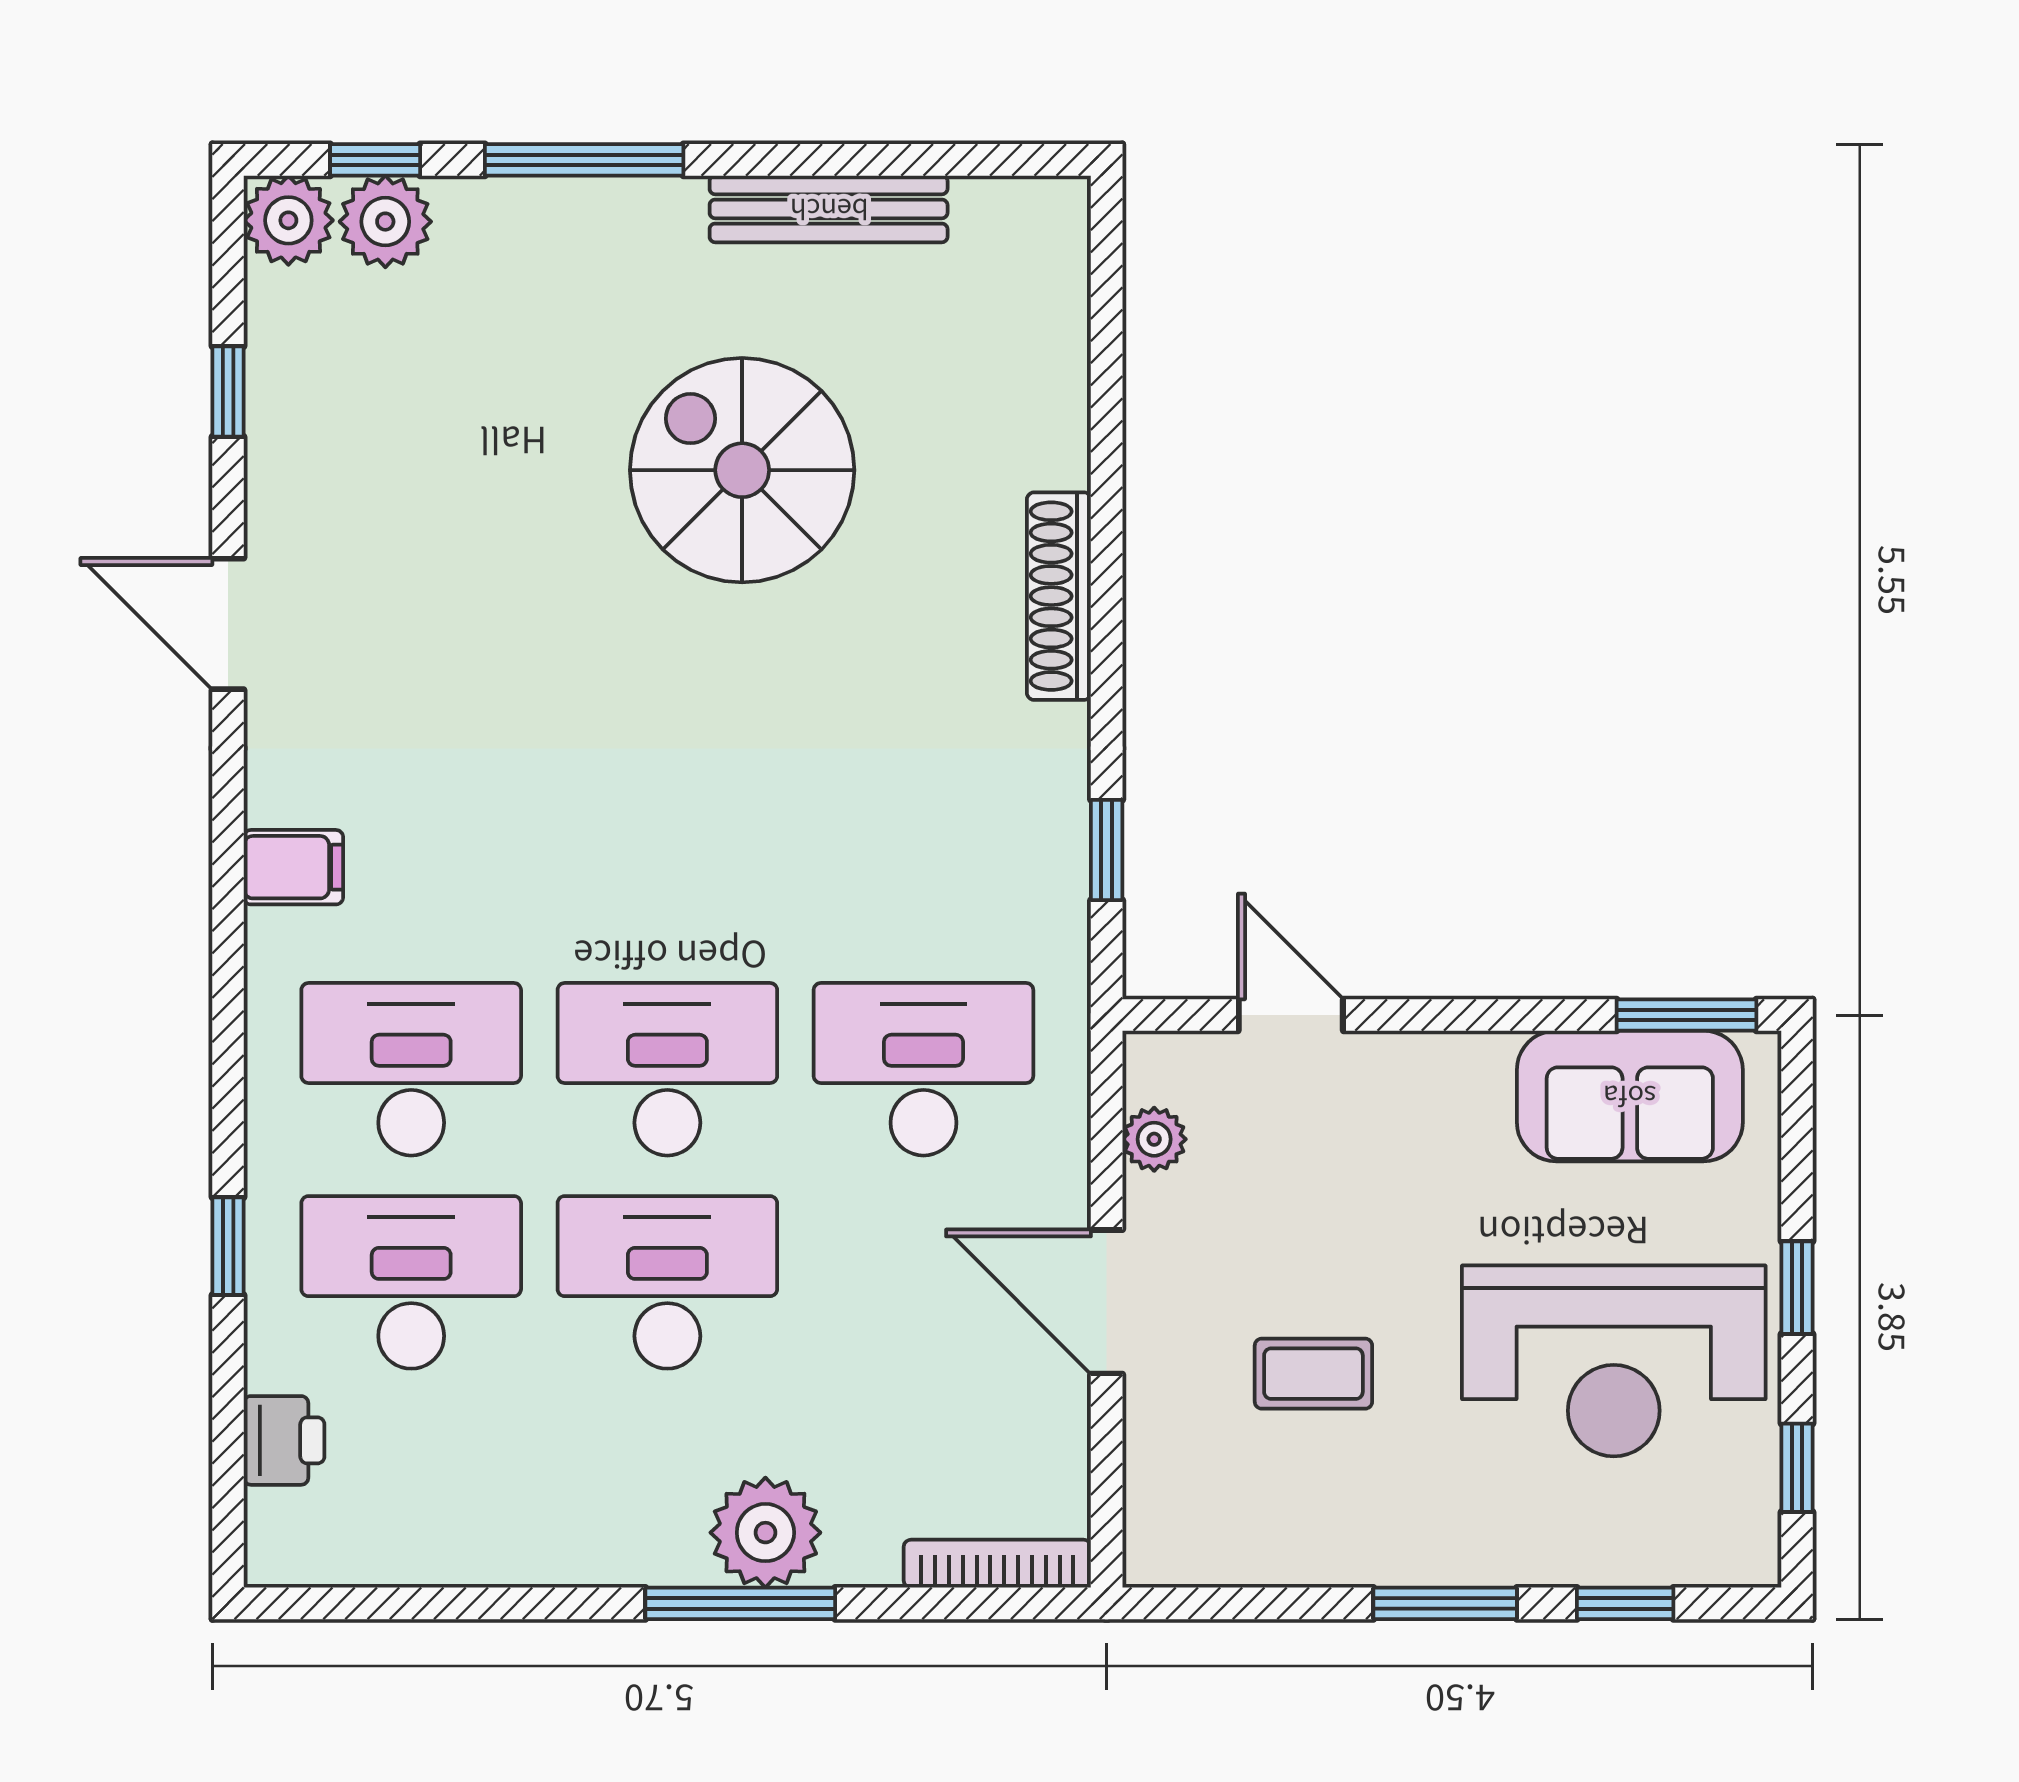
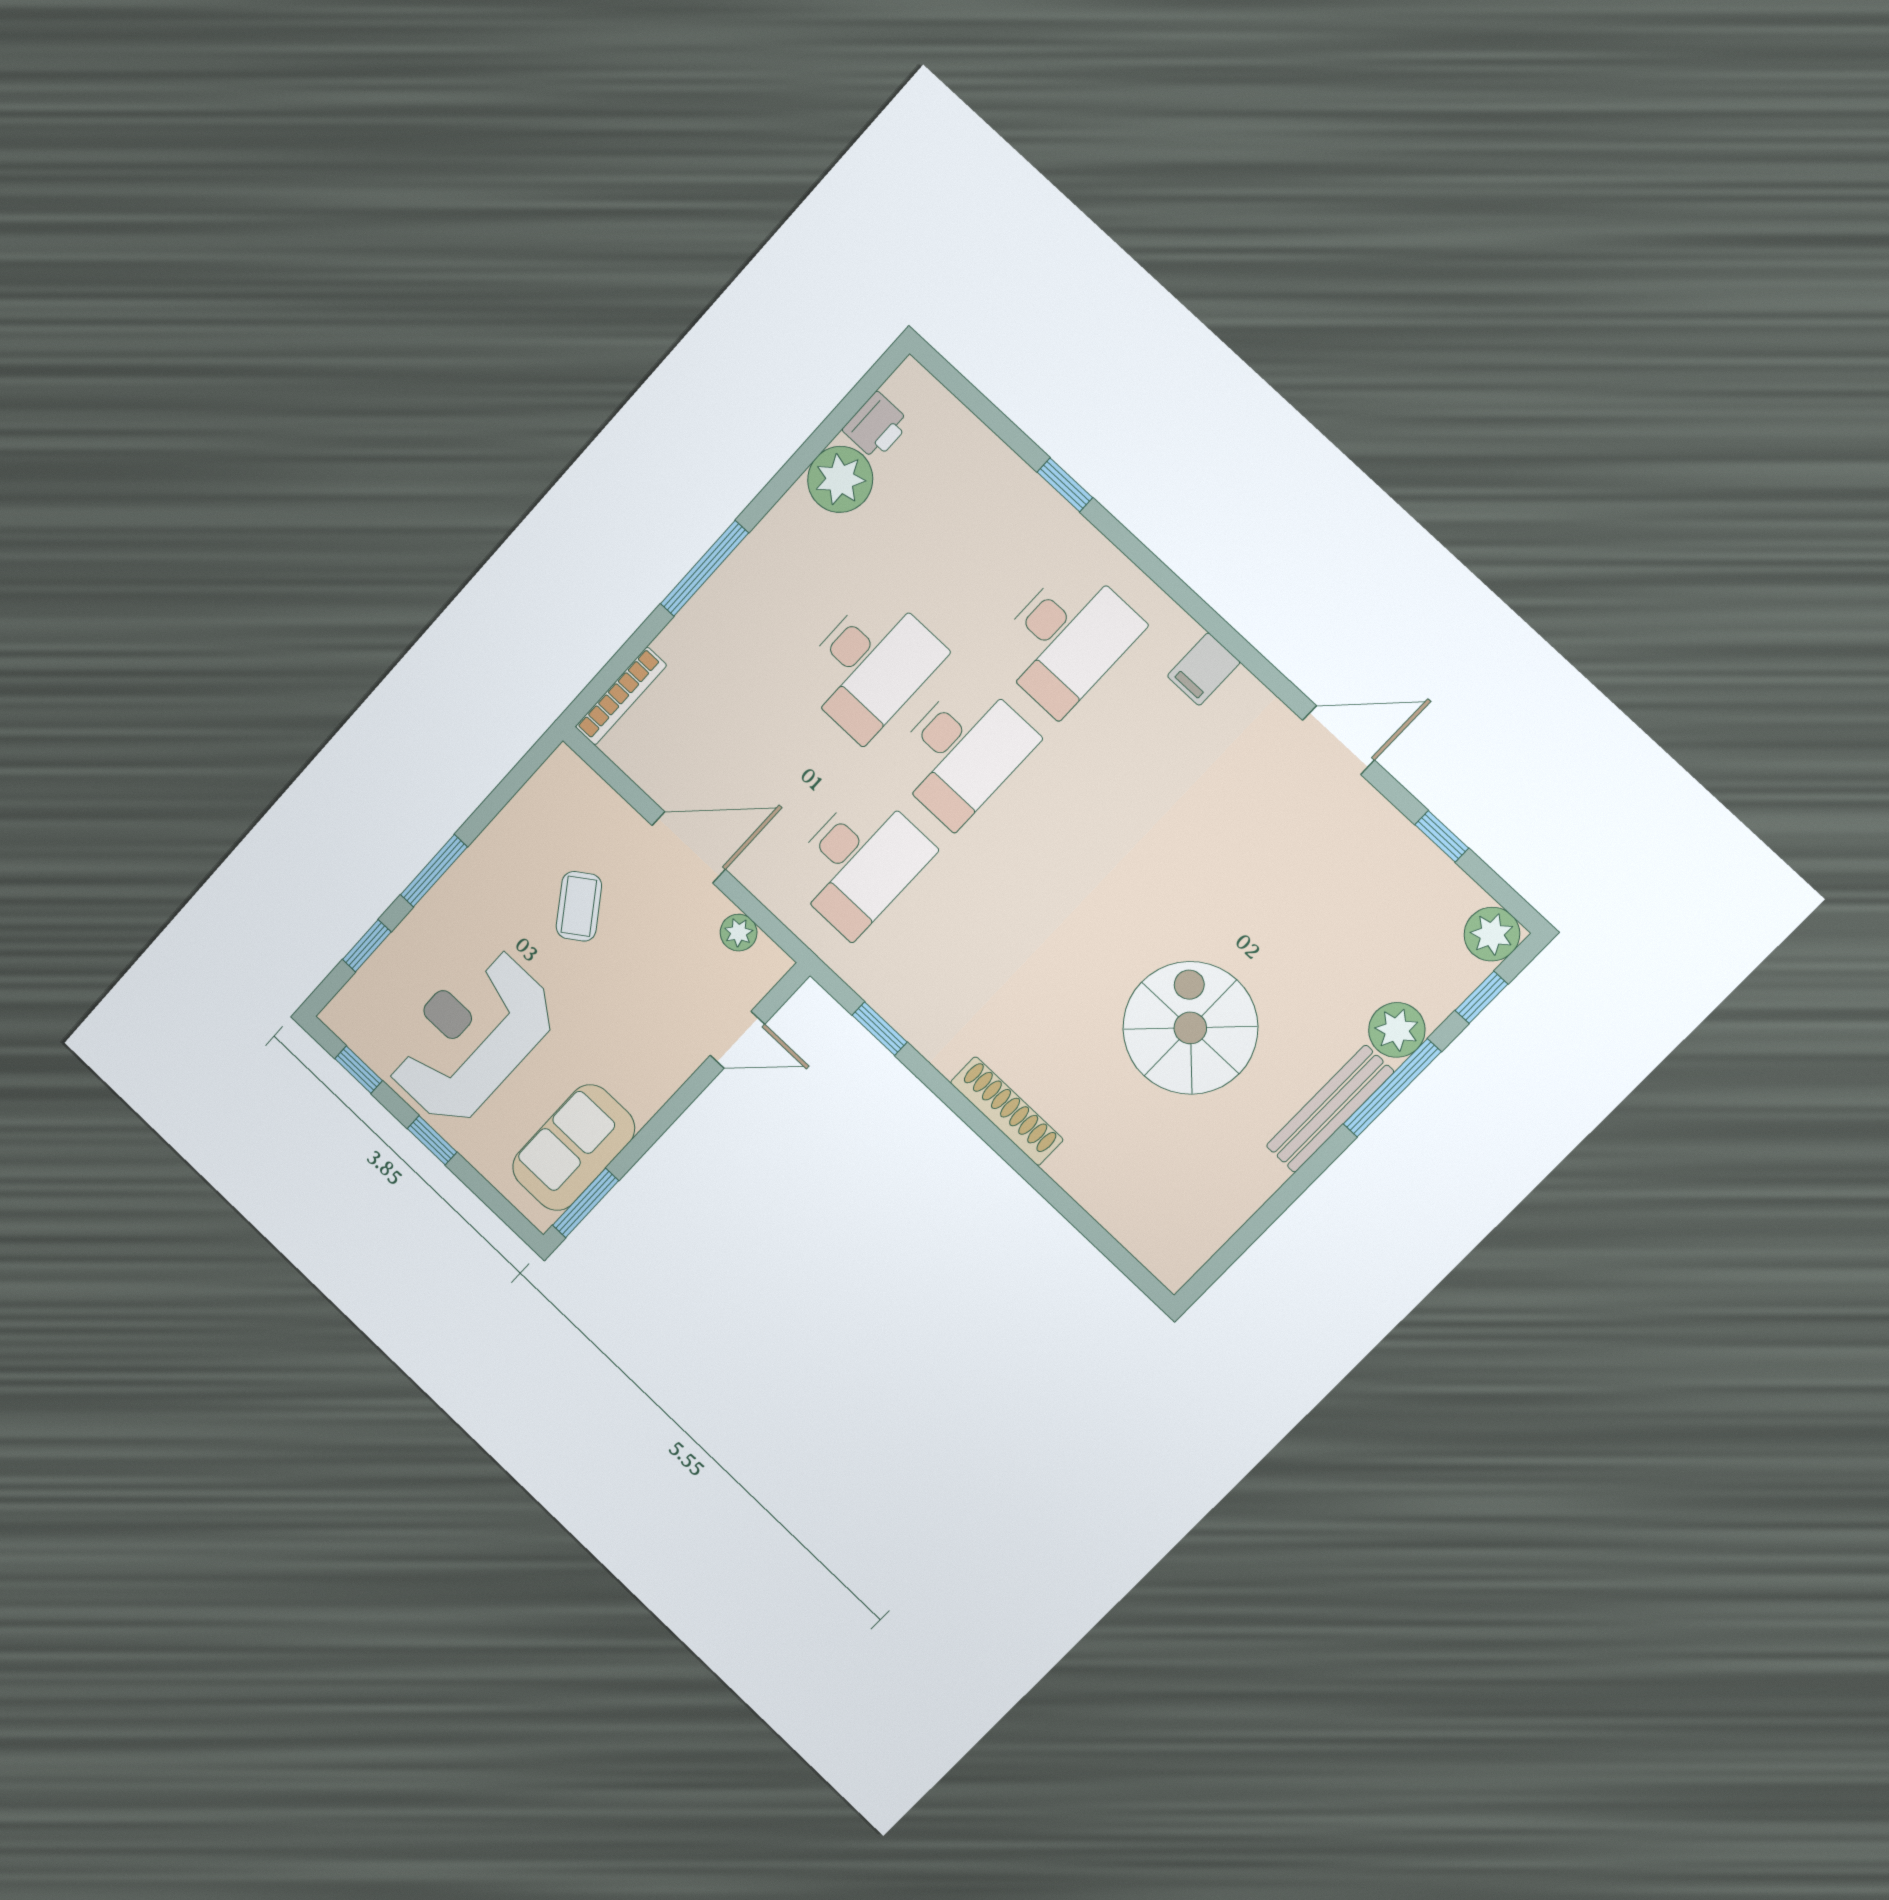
bench: (829, 209) -> (1330, 1109), moved
plant: (385, 222) -> (1397, 1030), moved
spiral stairs: (742, 470) -> (1190, 1028), turned -90
desk: (411, 1282) -> (974, 552), removed
coffee table: (1313, 1374) -> (579, 906), turned -35
printer: (284, 1440) -> (876, 426), moved, turned -90
plant: (765, 1533) -> (840, 479), moved

